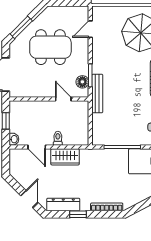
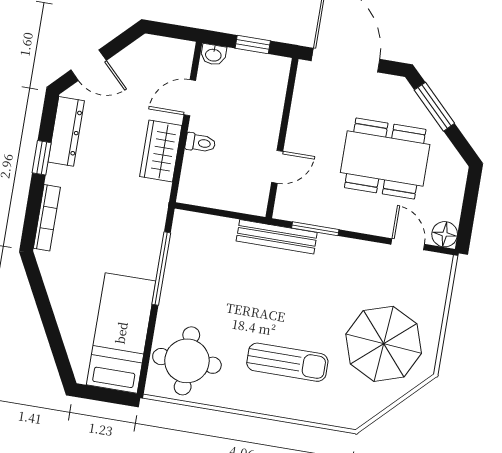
dining table: (50, 47) -> (385, 159), turned 90
floor lamp: (82, 82) -> (445, 234), moved

